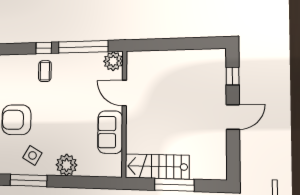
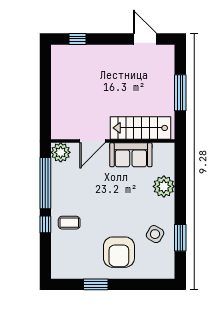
door: (233, 117) -> (145, 39), moved
plant: (67, 165) -> (164, 186), moved
stairs: (157, 166) -> (141, 128), moved, turned 90
window: (28, 180) -> (180, 238), width x0.69

